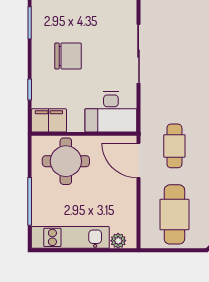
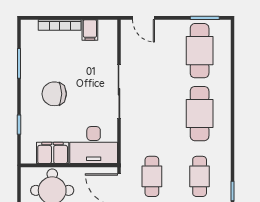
chair: (68, 56) -> (54, 94), turned 180
filing cabinet: (49, 120) -> (53, 153), moved

